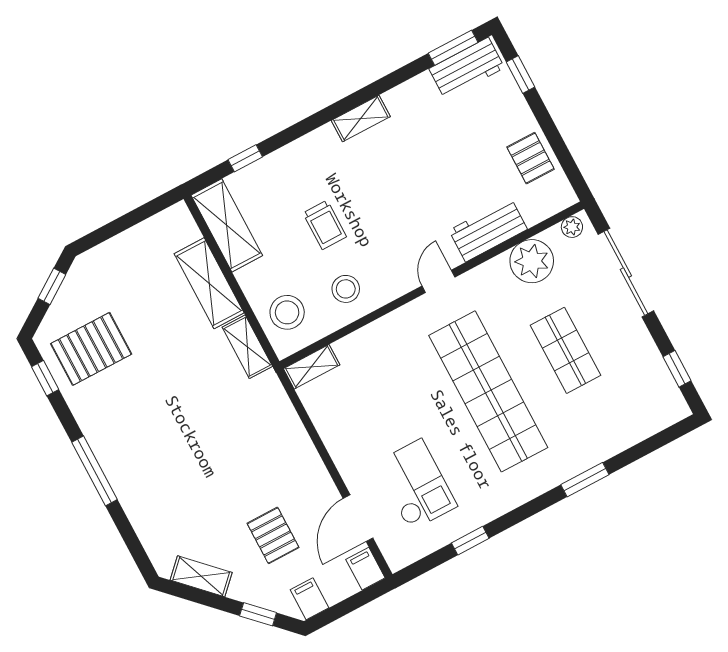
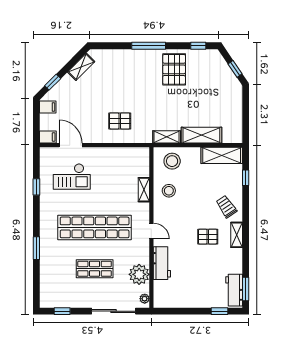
pallet: (531, 158) -> (208, 237), moved
trolley: (325, 225) -> (226, 207), moved, turned 56
pallet: (91, 349) -> (174, 69), moved
shelving: (312, 367) -> (144, 190), moved
pallet: (273, 535) -> (120, 121), moved

